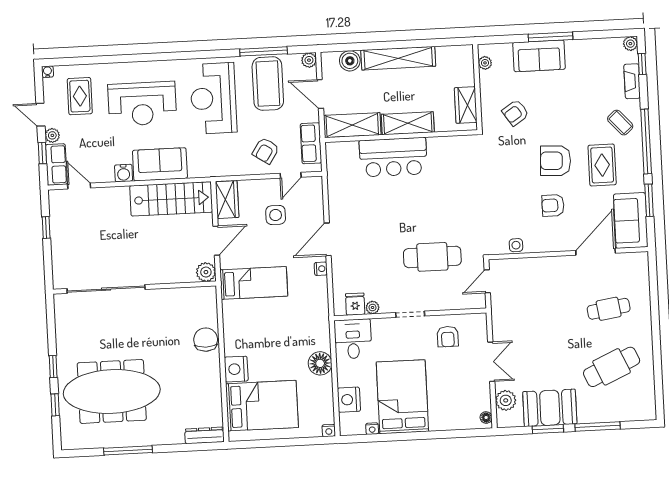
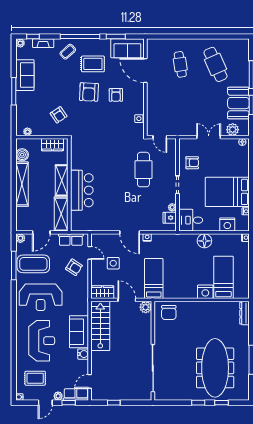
sofa: (539, 56) -> (25, 75), moved
boiler: (350, 61) -> (22, 155), moved
chair: (206, 340) -> (169, 313), moved, turned -90
bed: (262, 406) -> (223, 277), width x0.67

